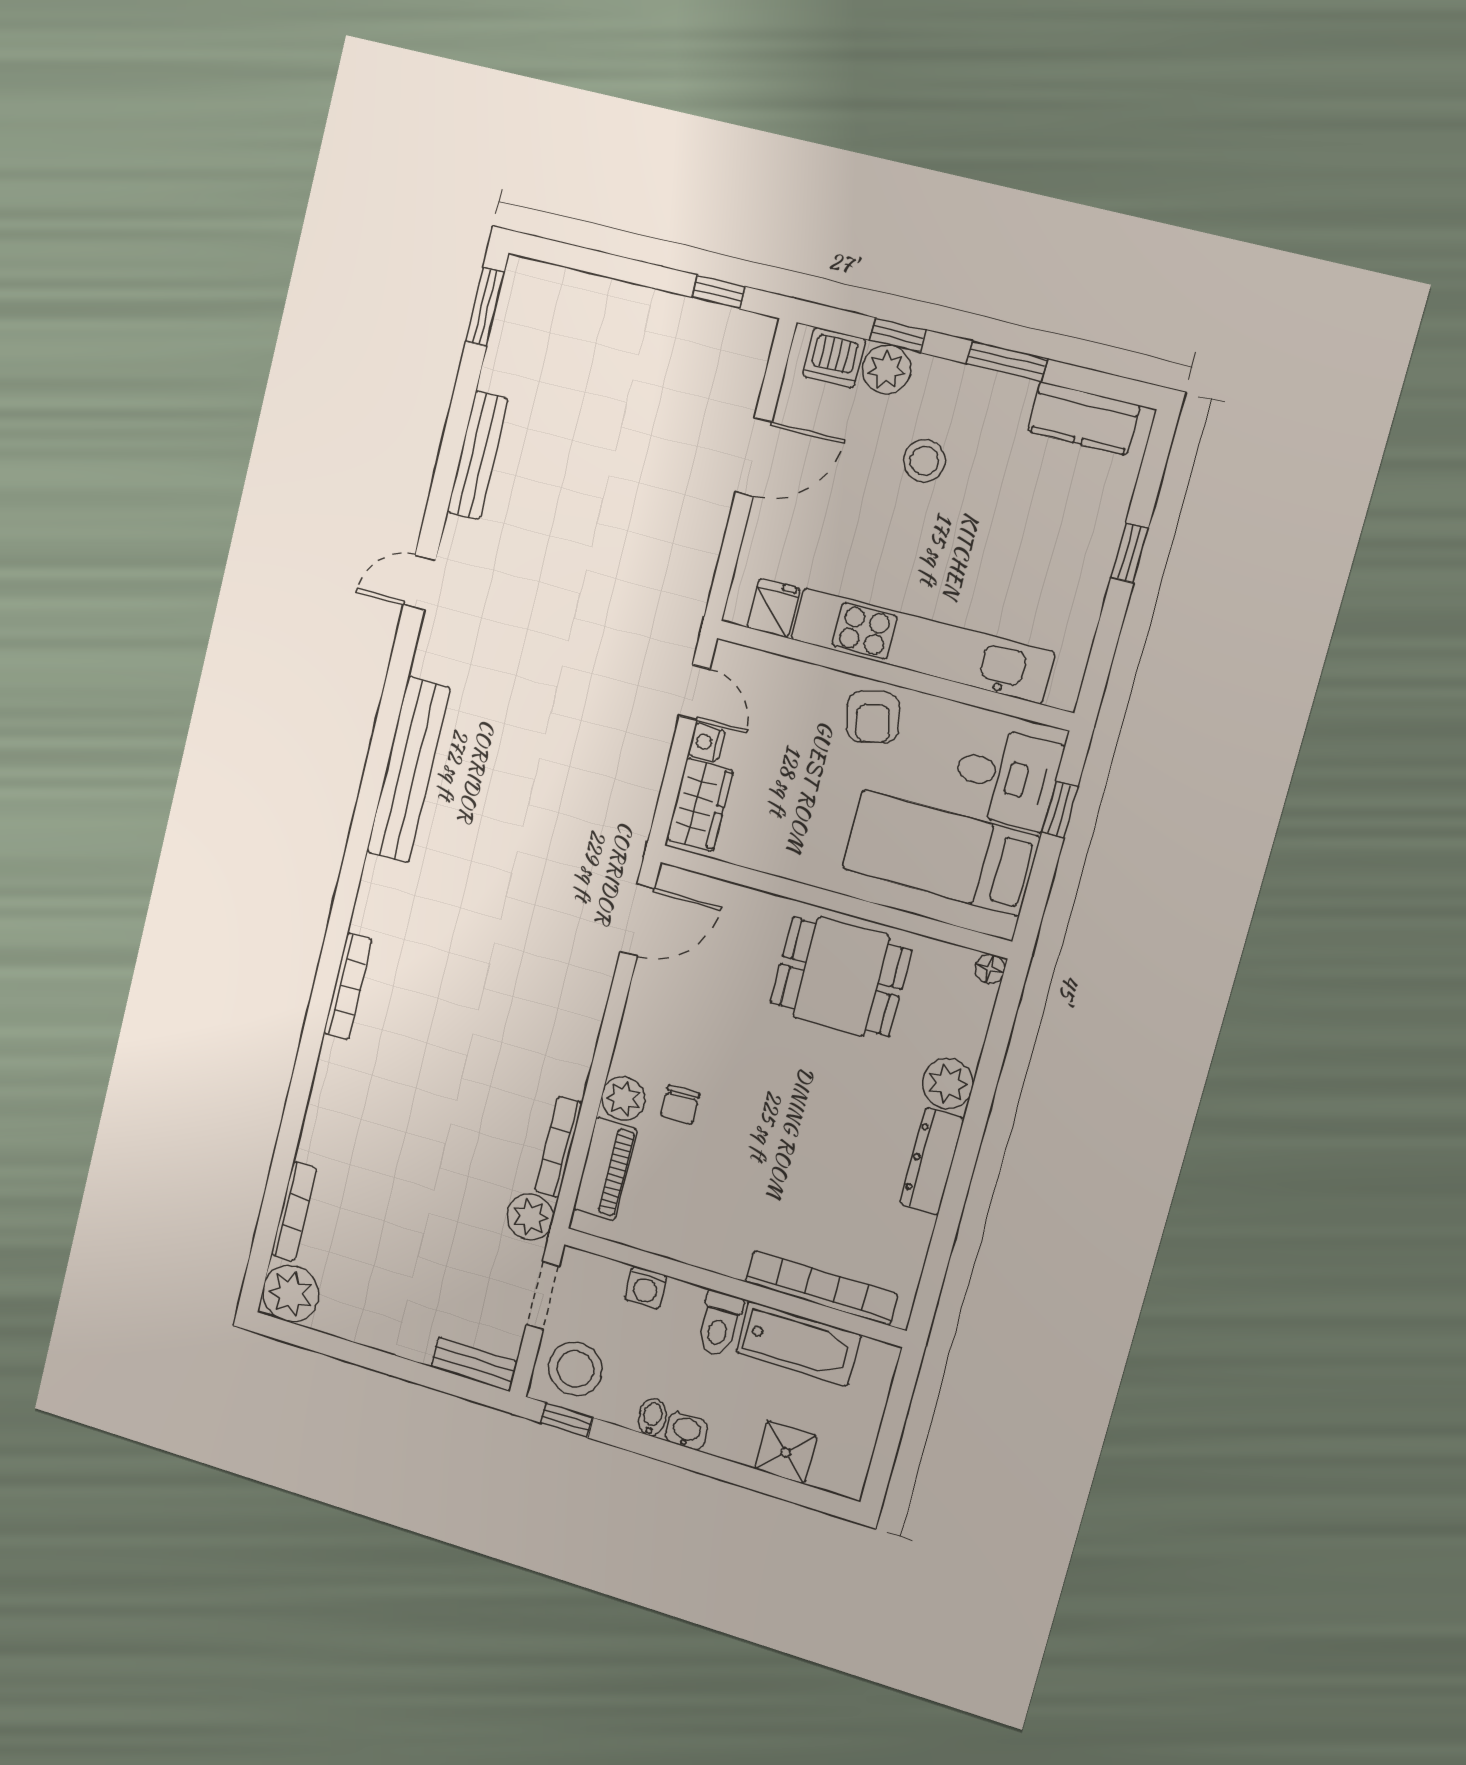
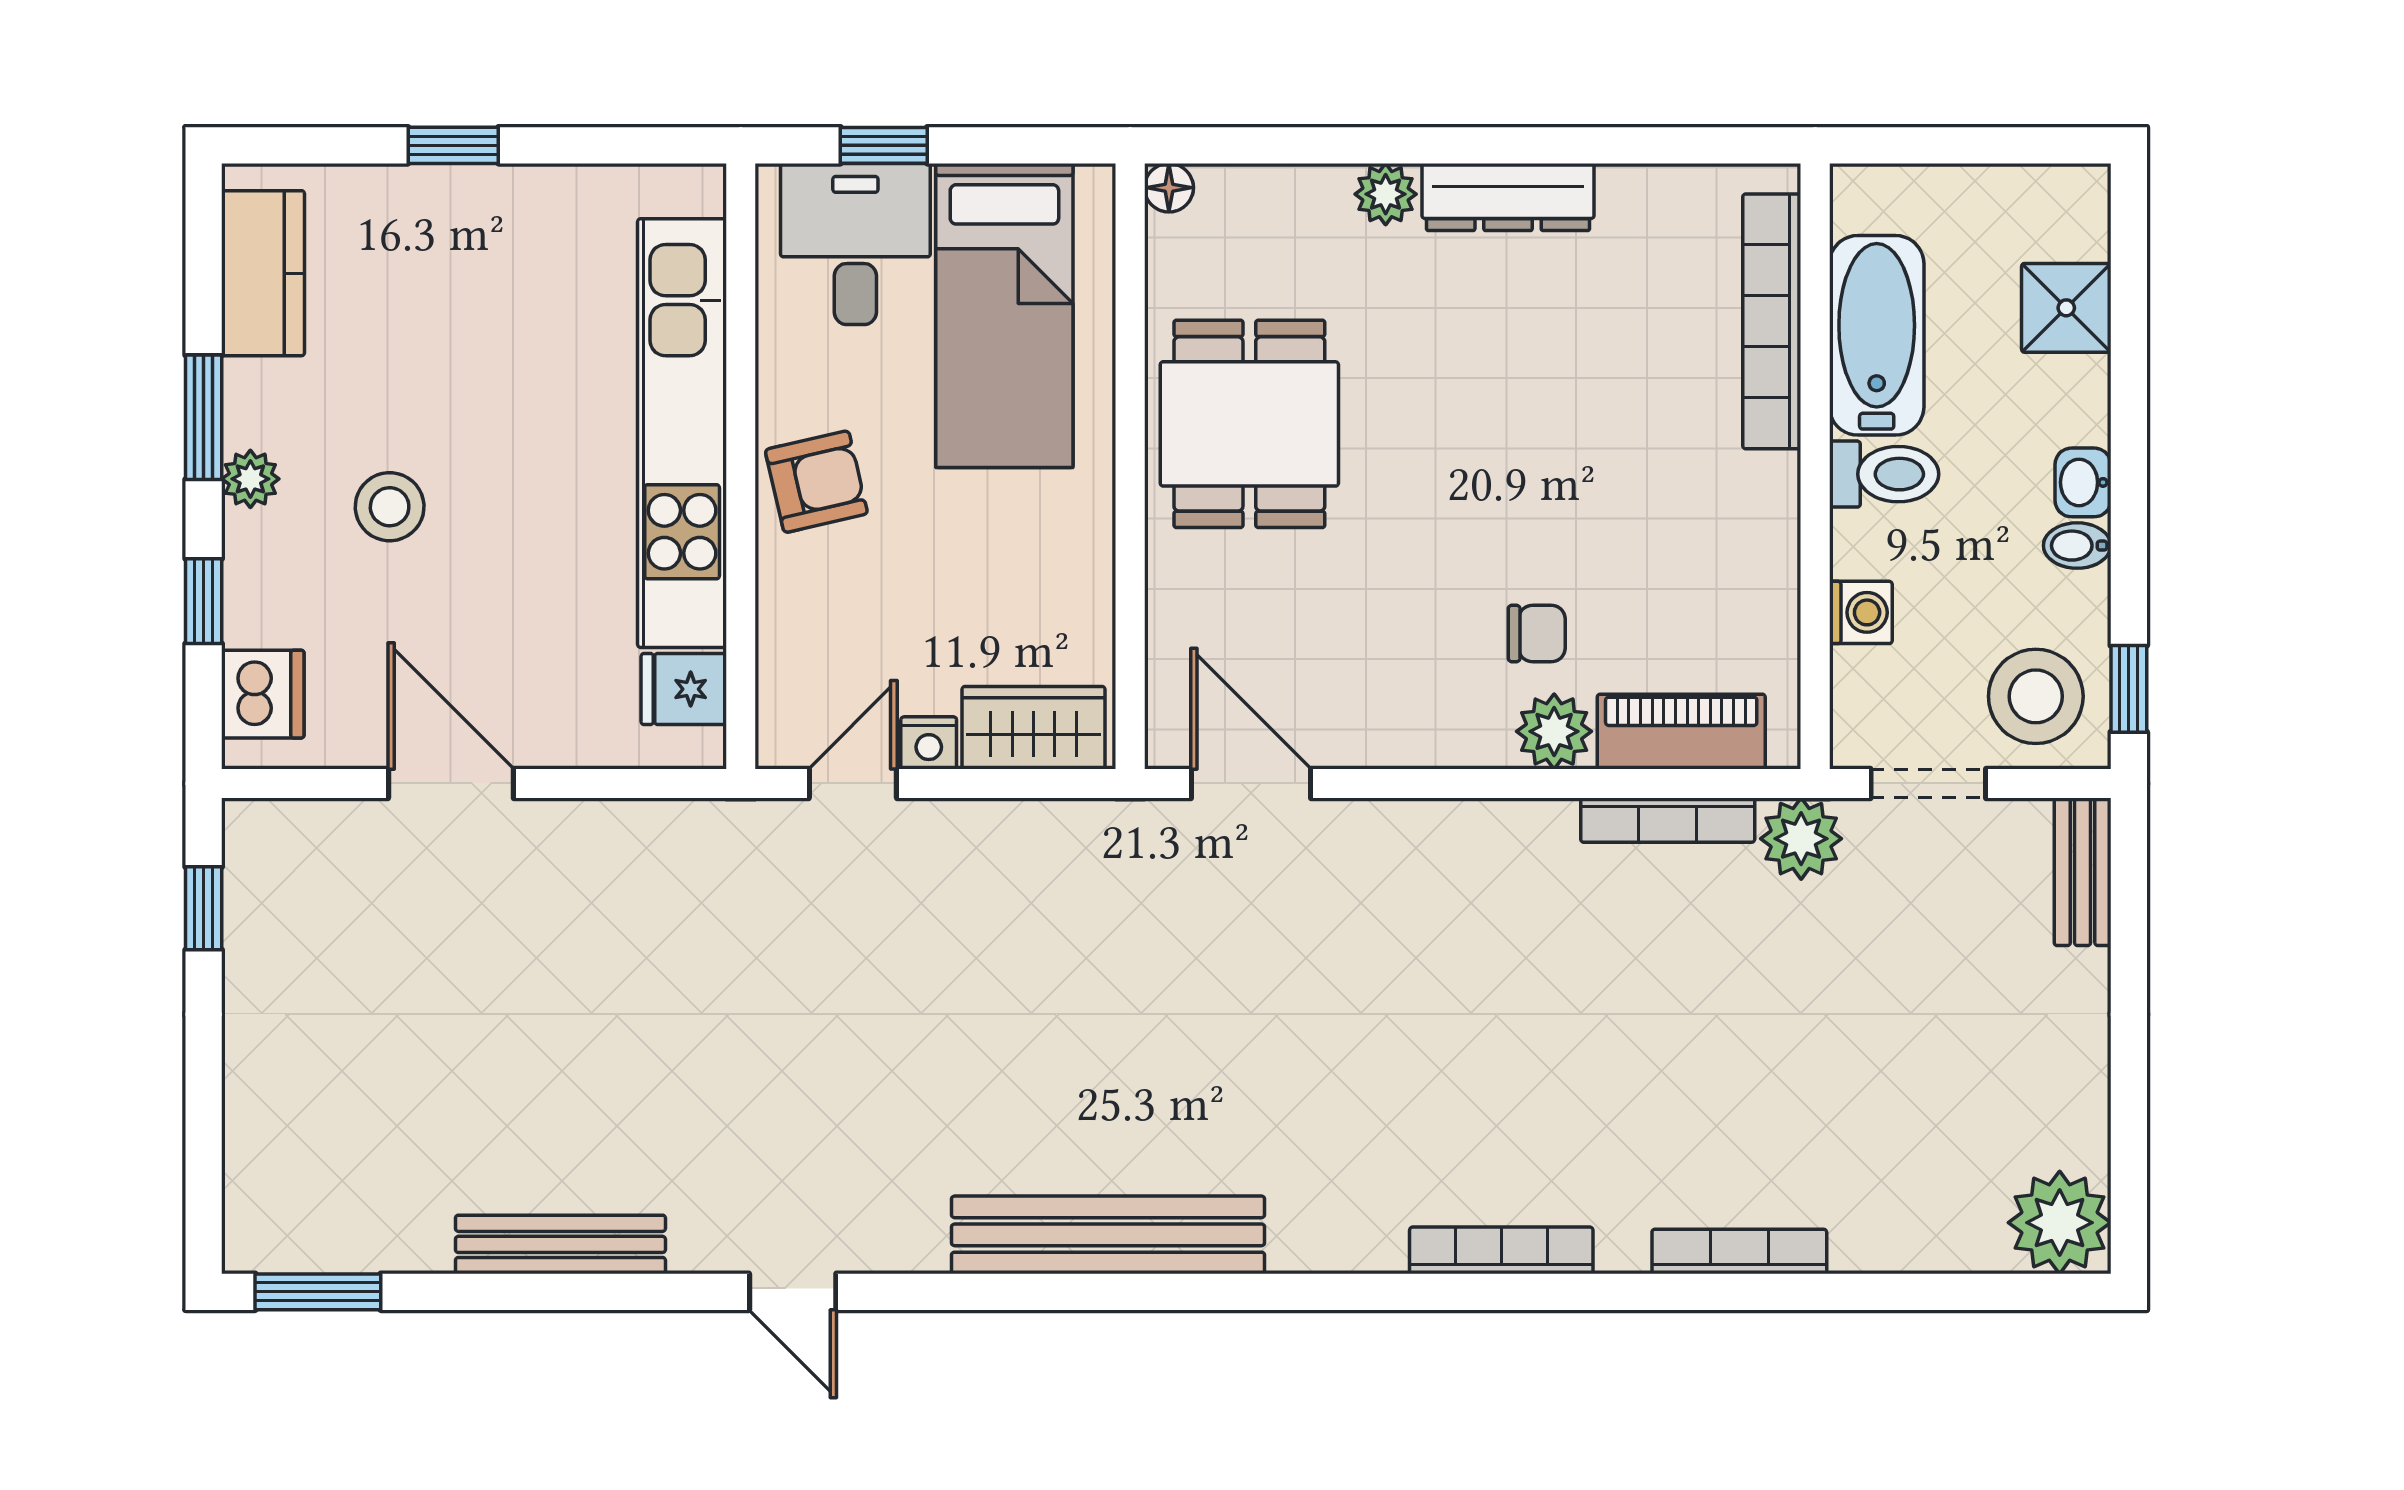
plant: (887, 369) -> (250, 479), moved, width x0.73, depth x0.73
plant: (948, 1084) -> (1386, 194), width x0.73, depth x0.73
bookcase: (294, 1211) -> (1739, 1251), moved

